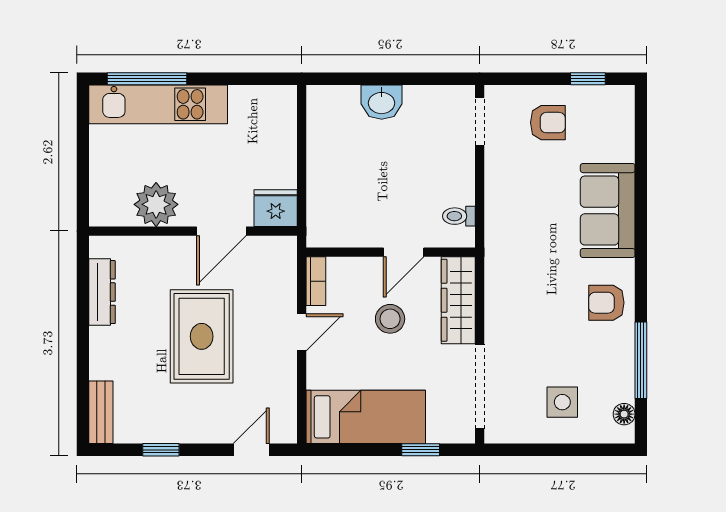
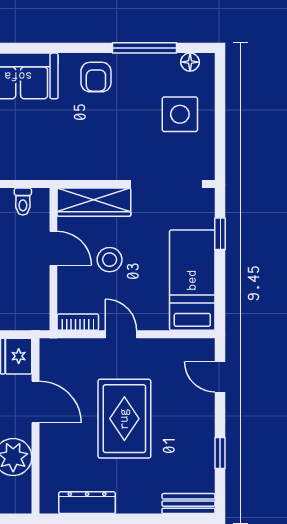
rug: (202, 336) -> (124, 419), turned 90
side table: (562, 402) -> (180, 114), width x1.37, depth x1.37

